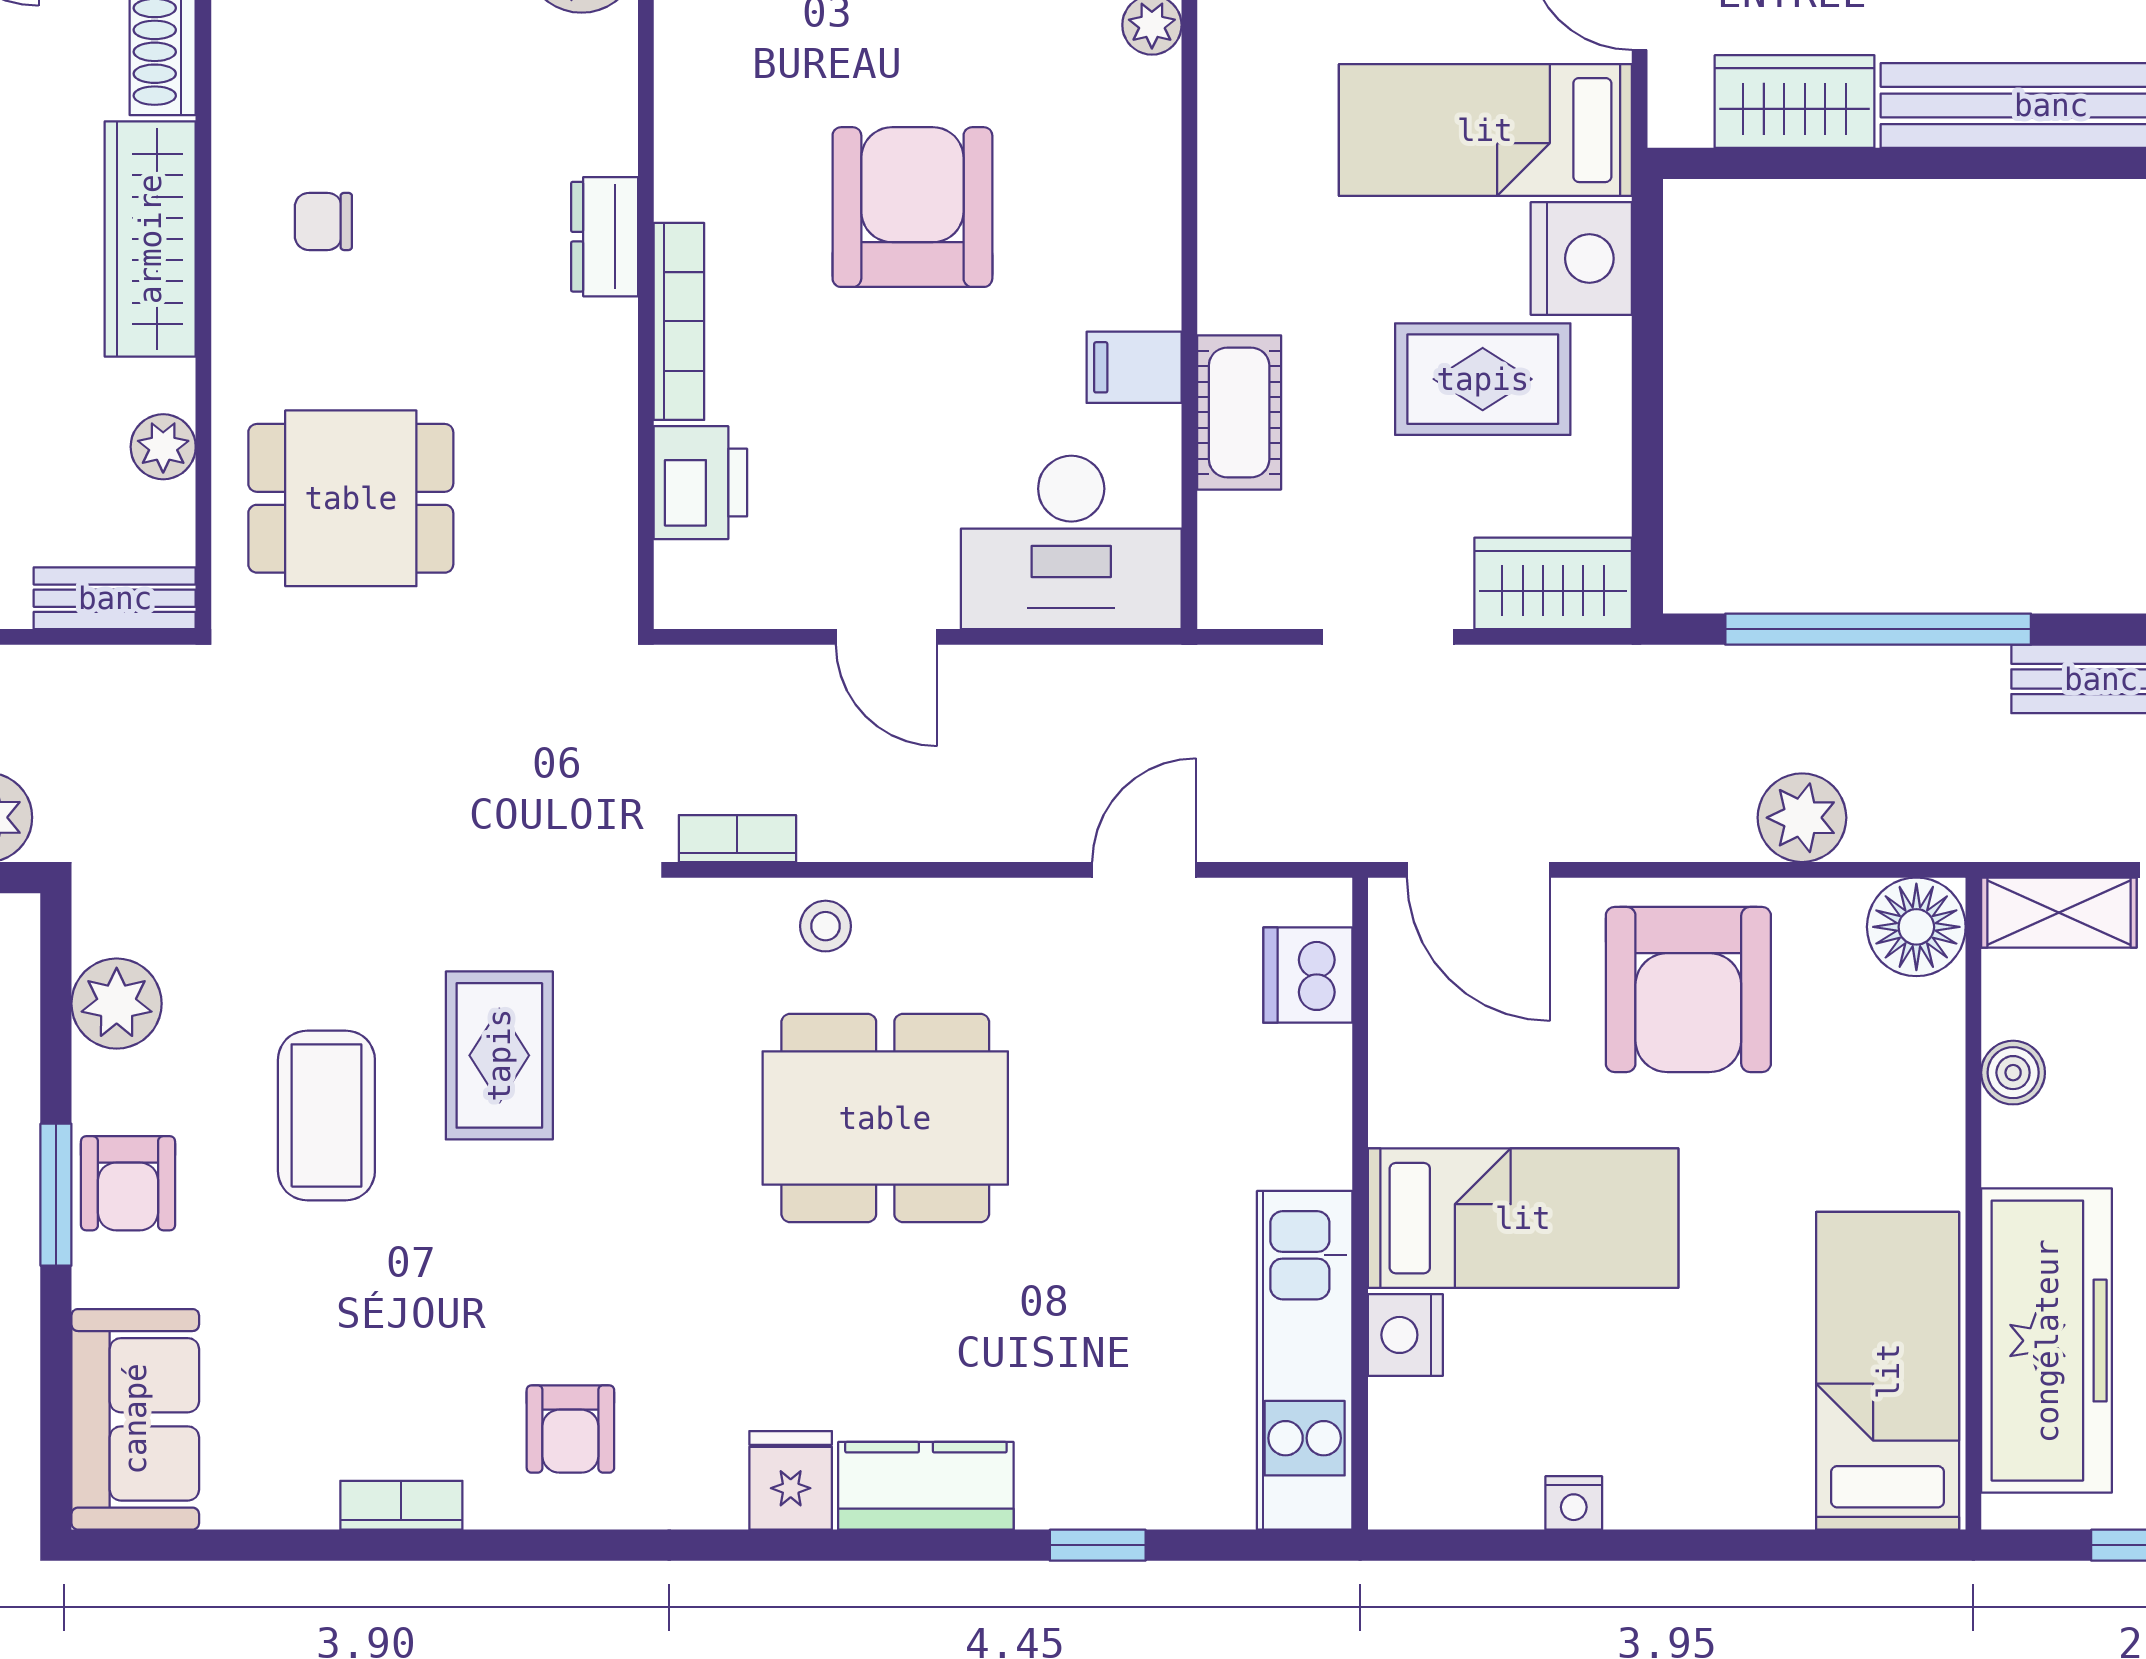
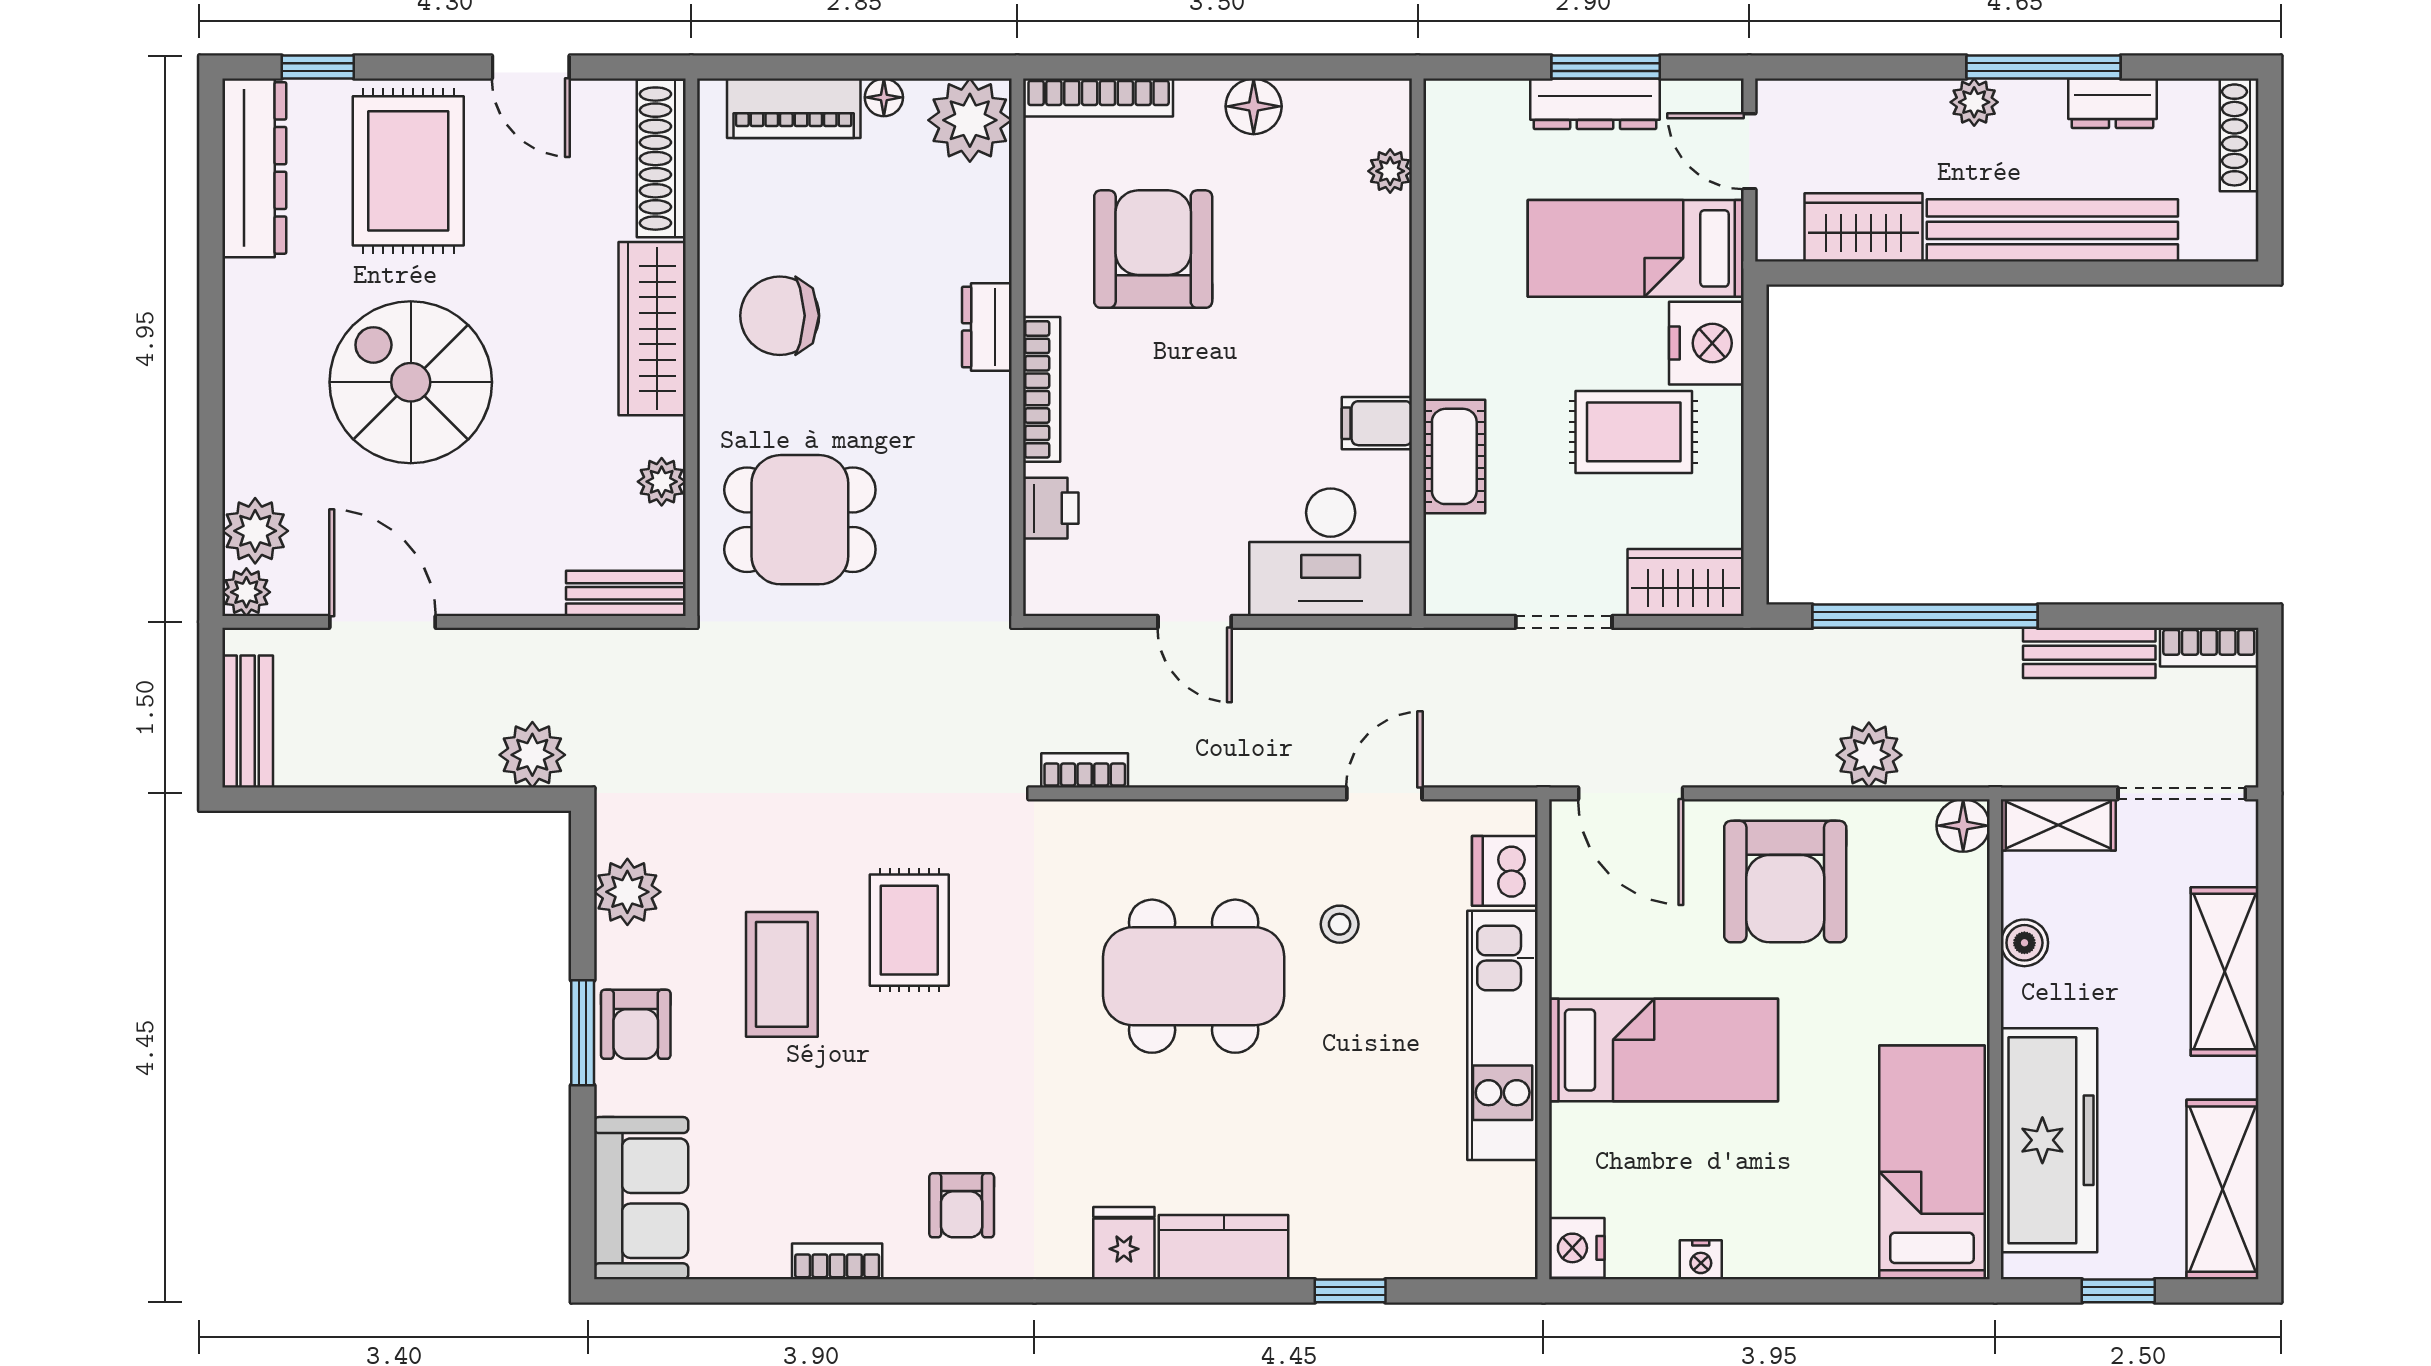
armchair: (912, 207) -> (1153, 249), moved
chair: (323, 221) -> (780, 316), width x1.87, depth x1.87
printer: (700, 483) -> (1051, 508), width x0.73, depth x0.81
stool: (826, 926) -> (1340, 924), moved
floor lamp: (1916, 927) -> (1963, 826), width x0.73, depth x0.73
nightstand: (1405, 1335) -> (1577, 1248), moved
kitchen unit: (1305, 1360) -> (1503, 1035), moved

